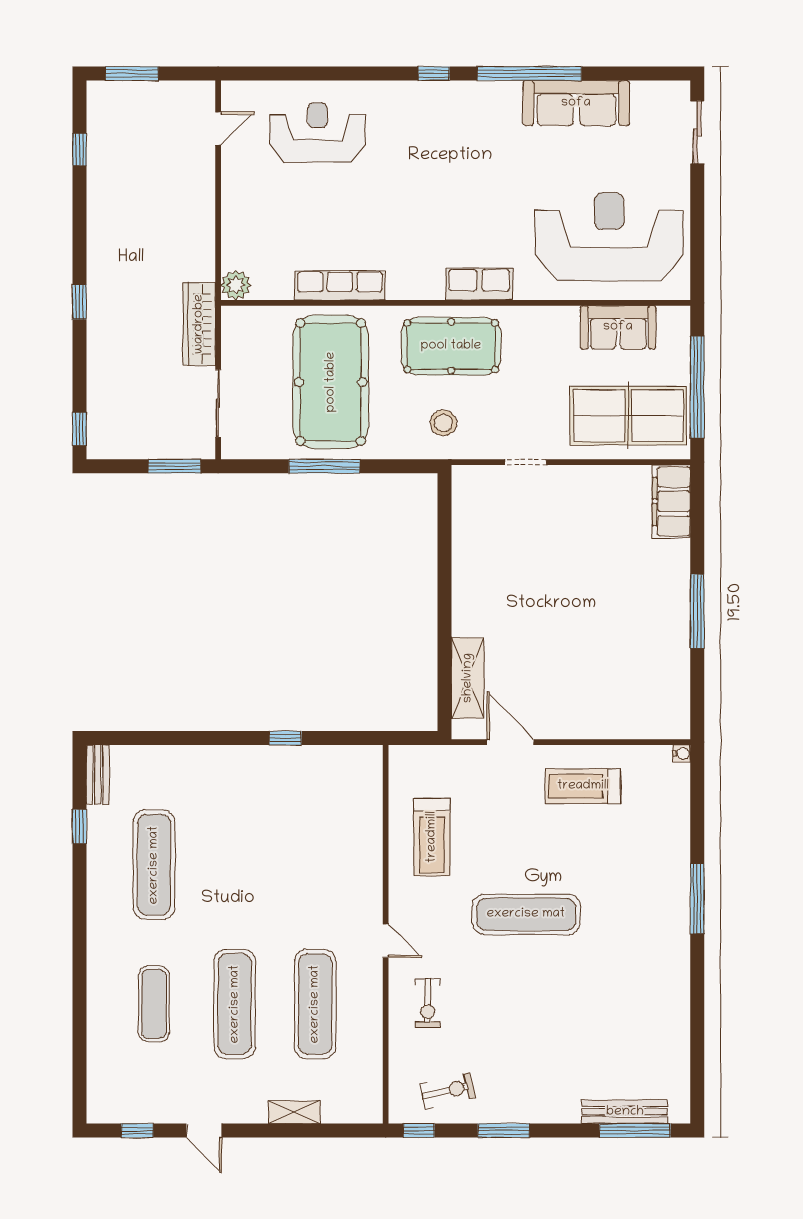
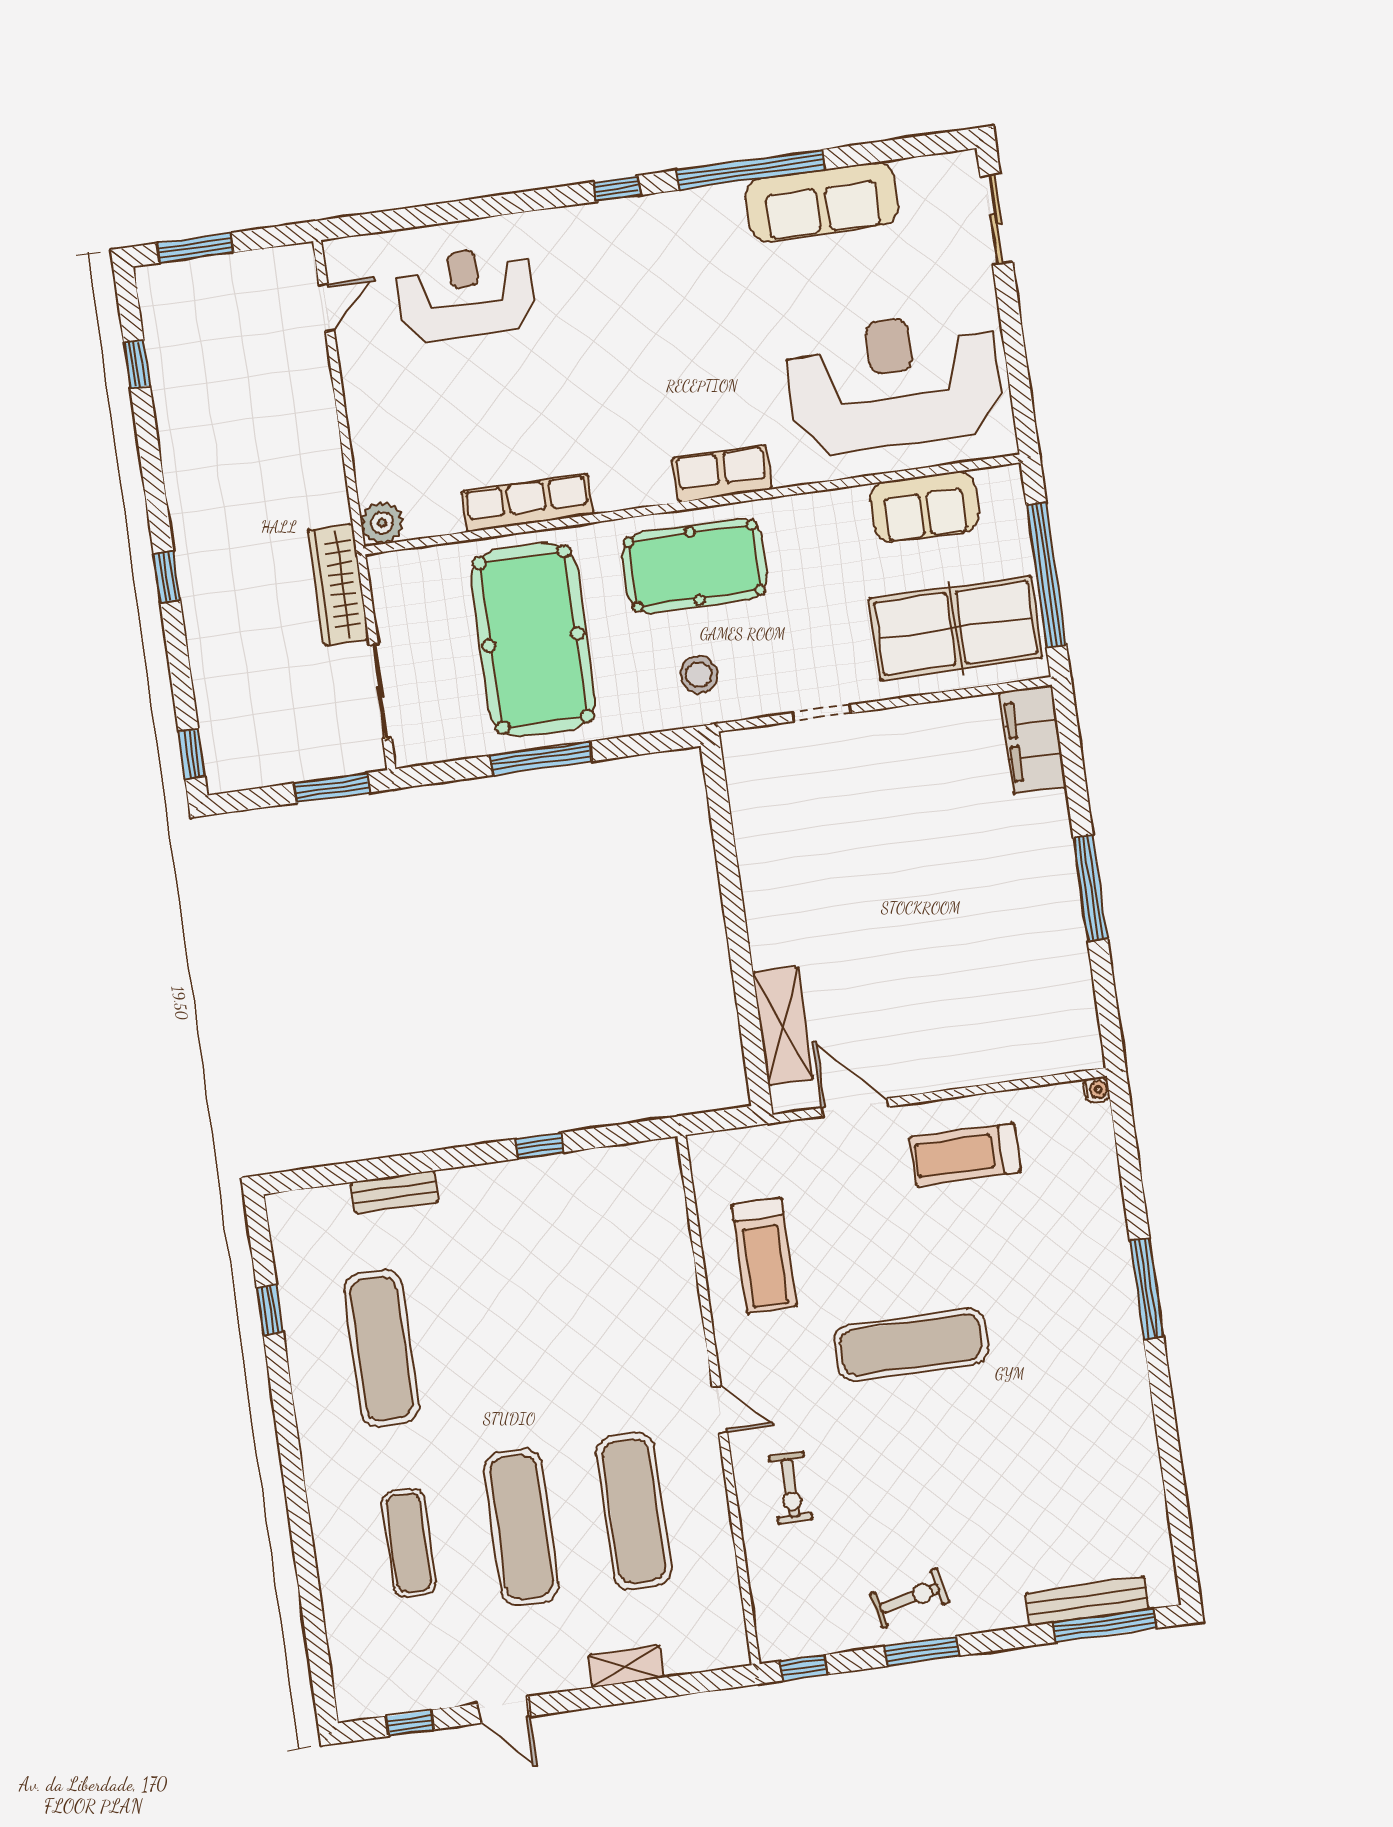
bench: (98, 775) -> (395, 1192), moved, turned 90
exercise bike: (448, 1091) -> (910, 1598), moved

